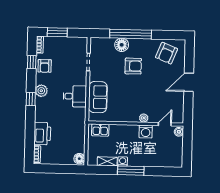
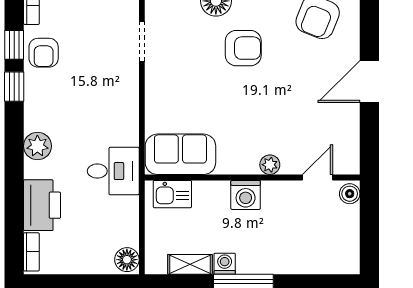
plant: (41, 91) -> (37, 146), moved
desk: (75, 96) -> (113, 171), moved
sofa: (98, 97) -> (180, 154), moved, turned -90
window: (31, 99) -> (14, 87), moved
washing machine: (146, 132) -> (246, 195), moved

